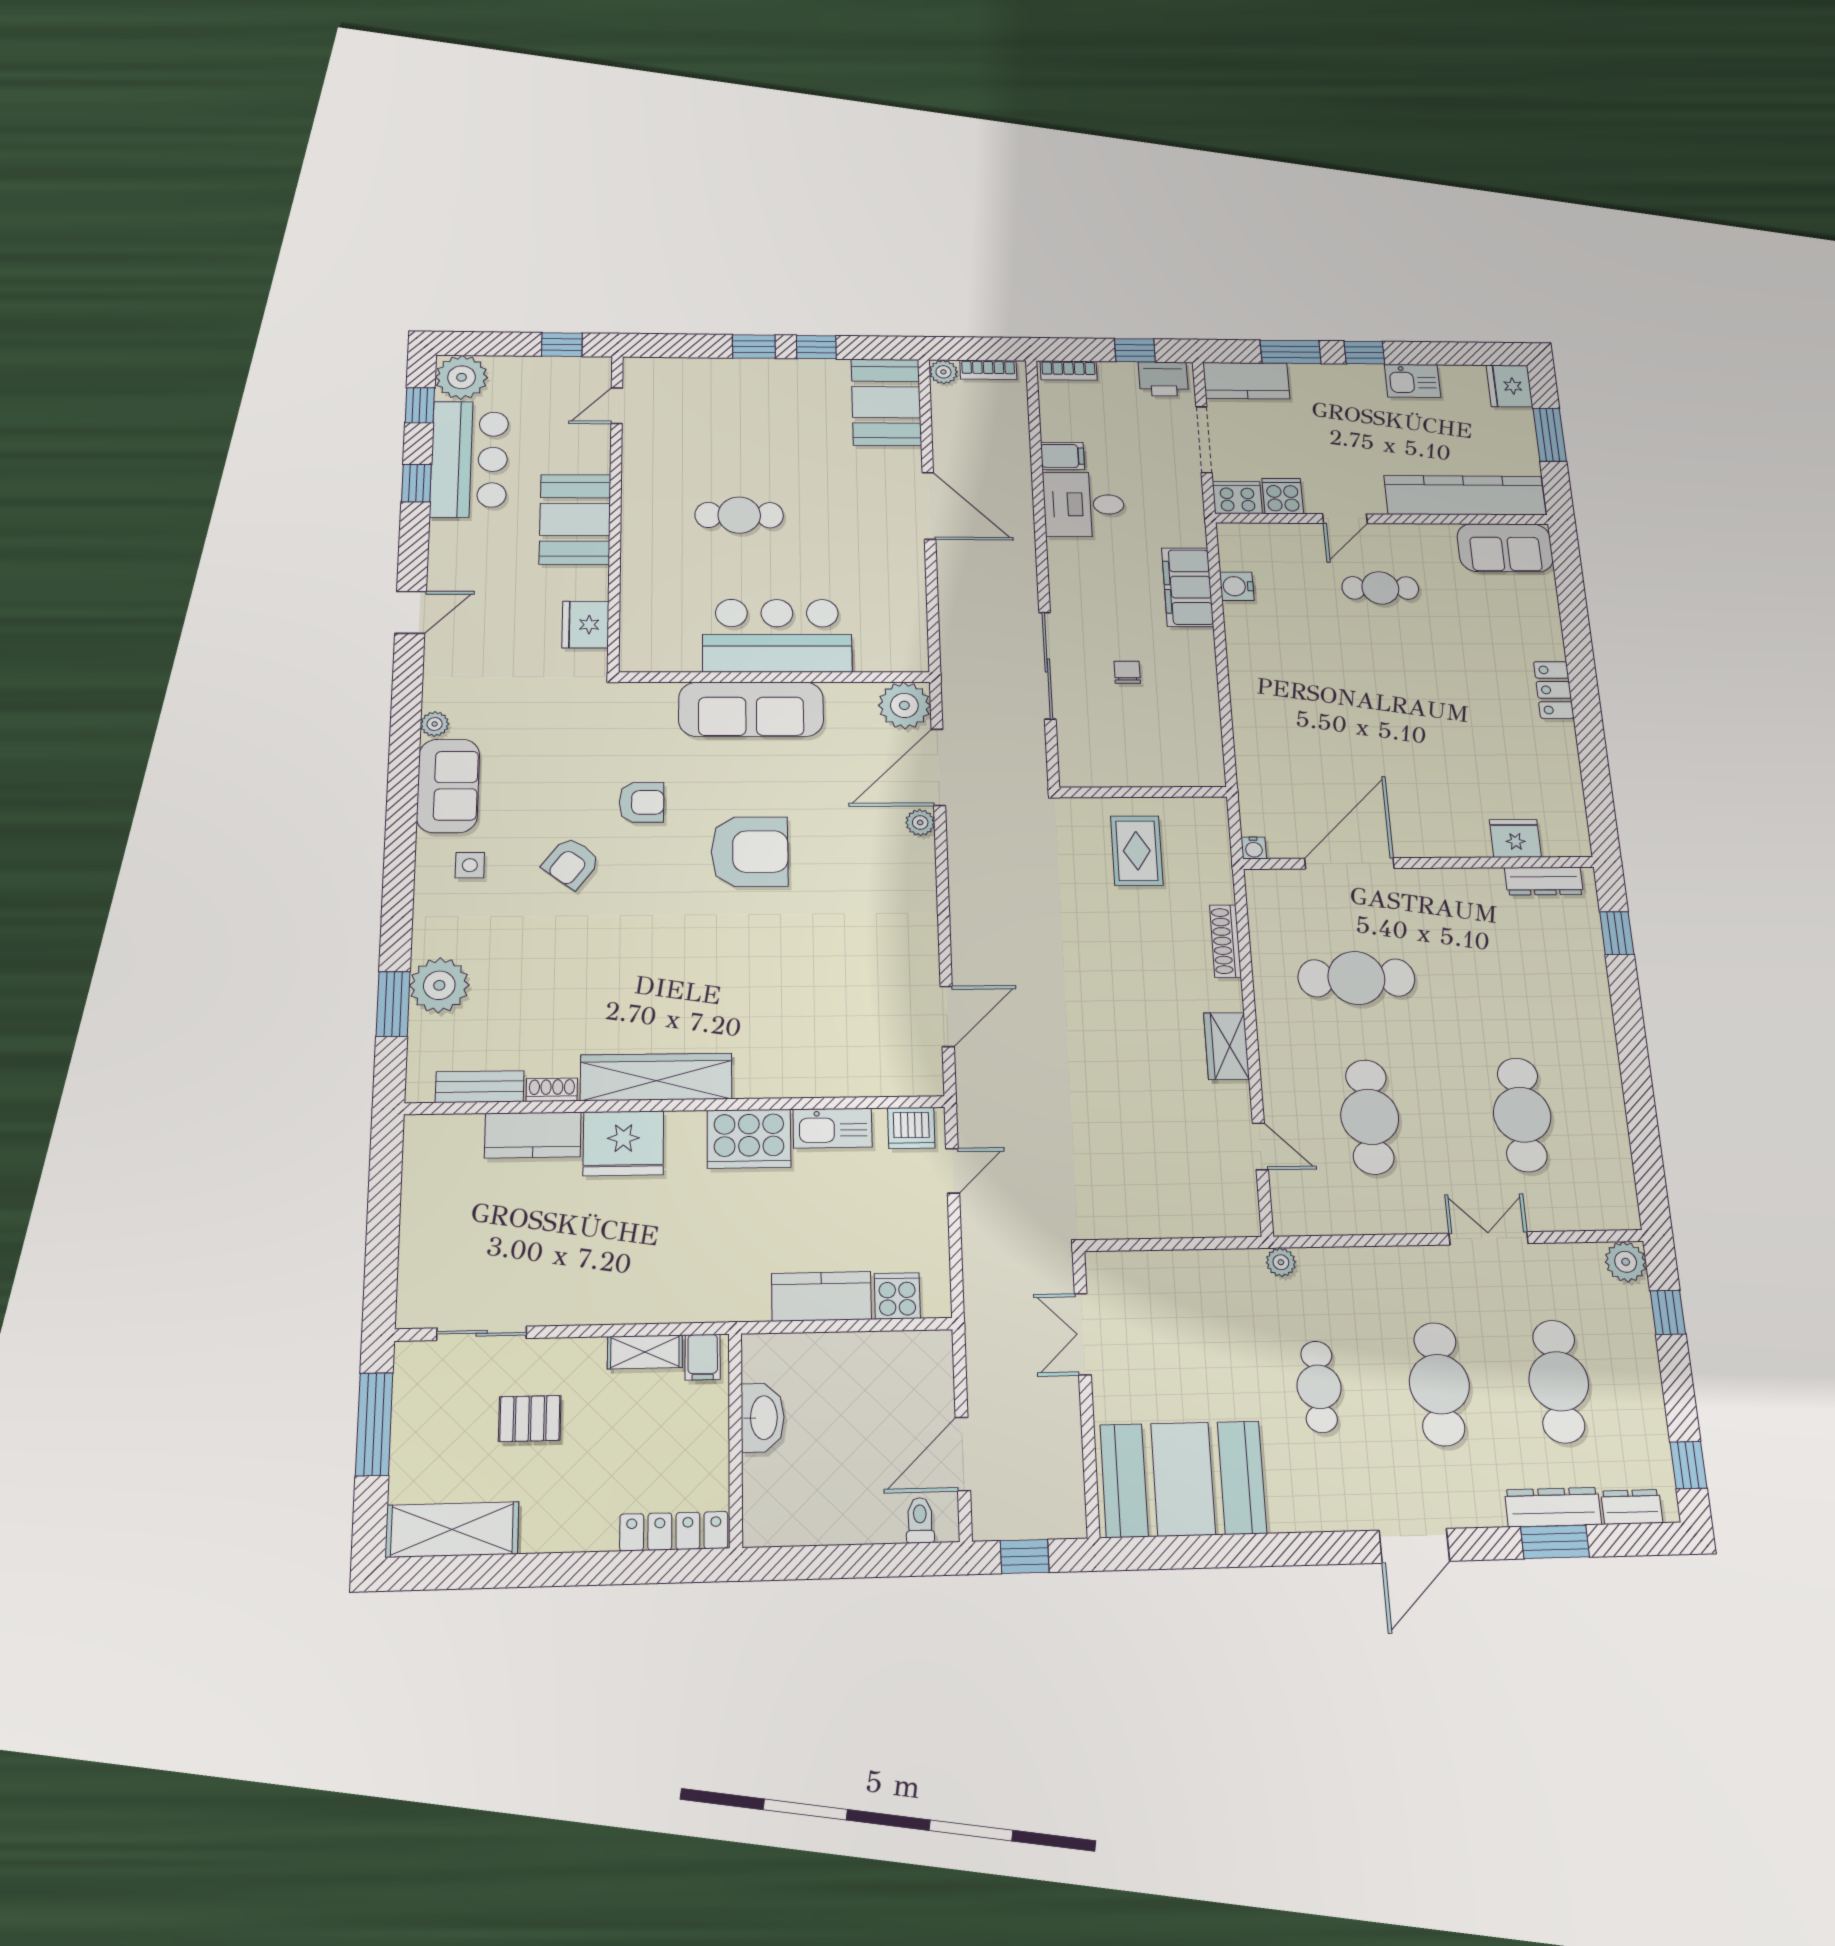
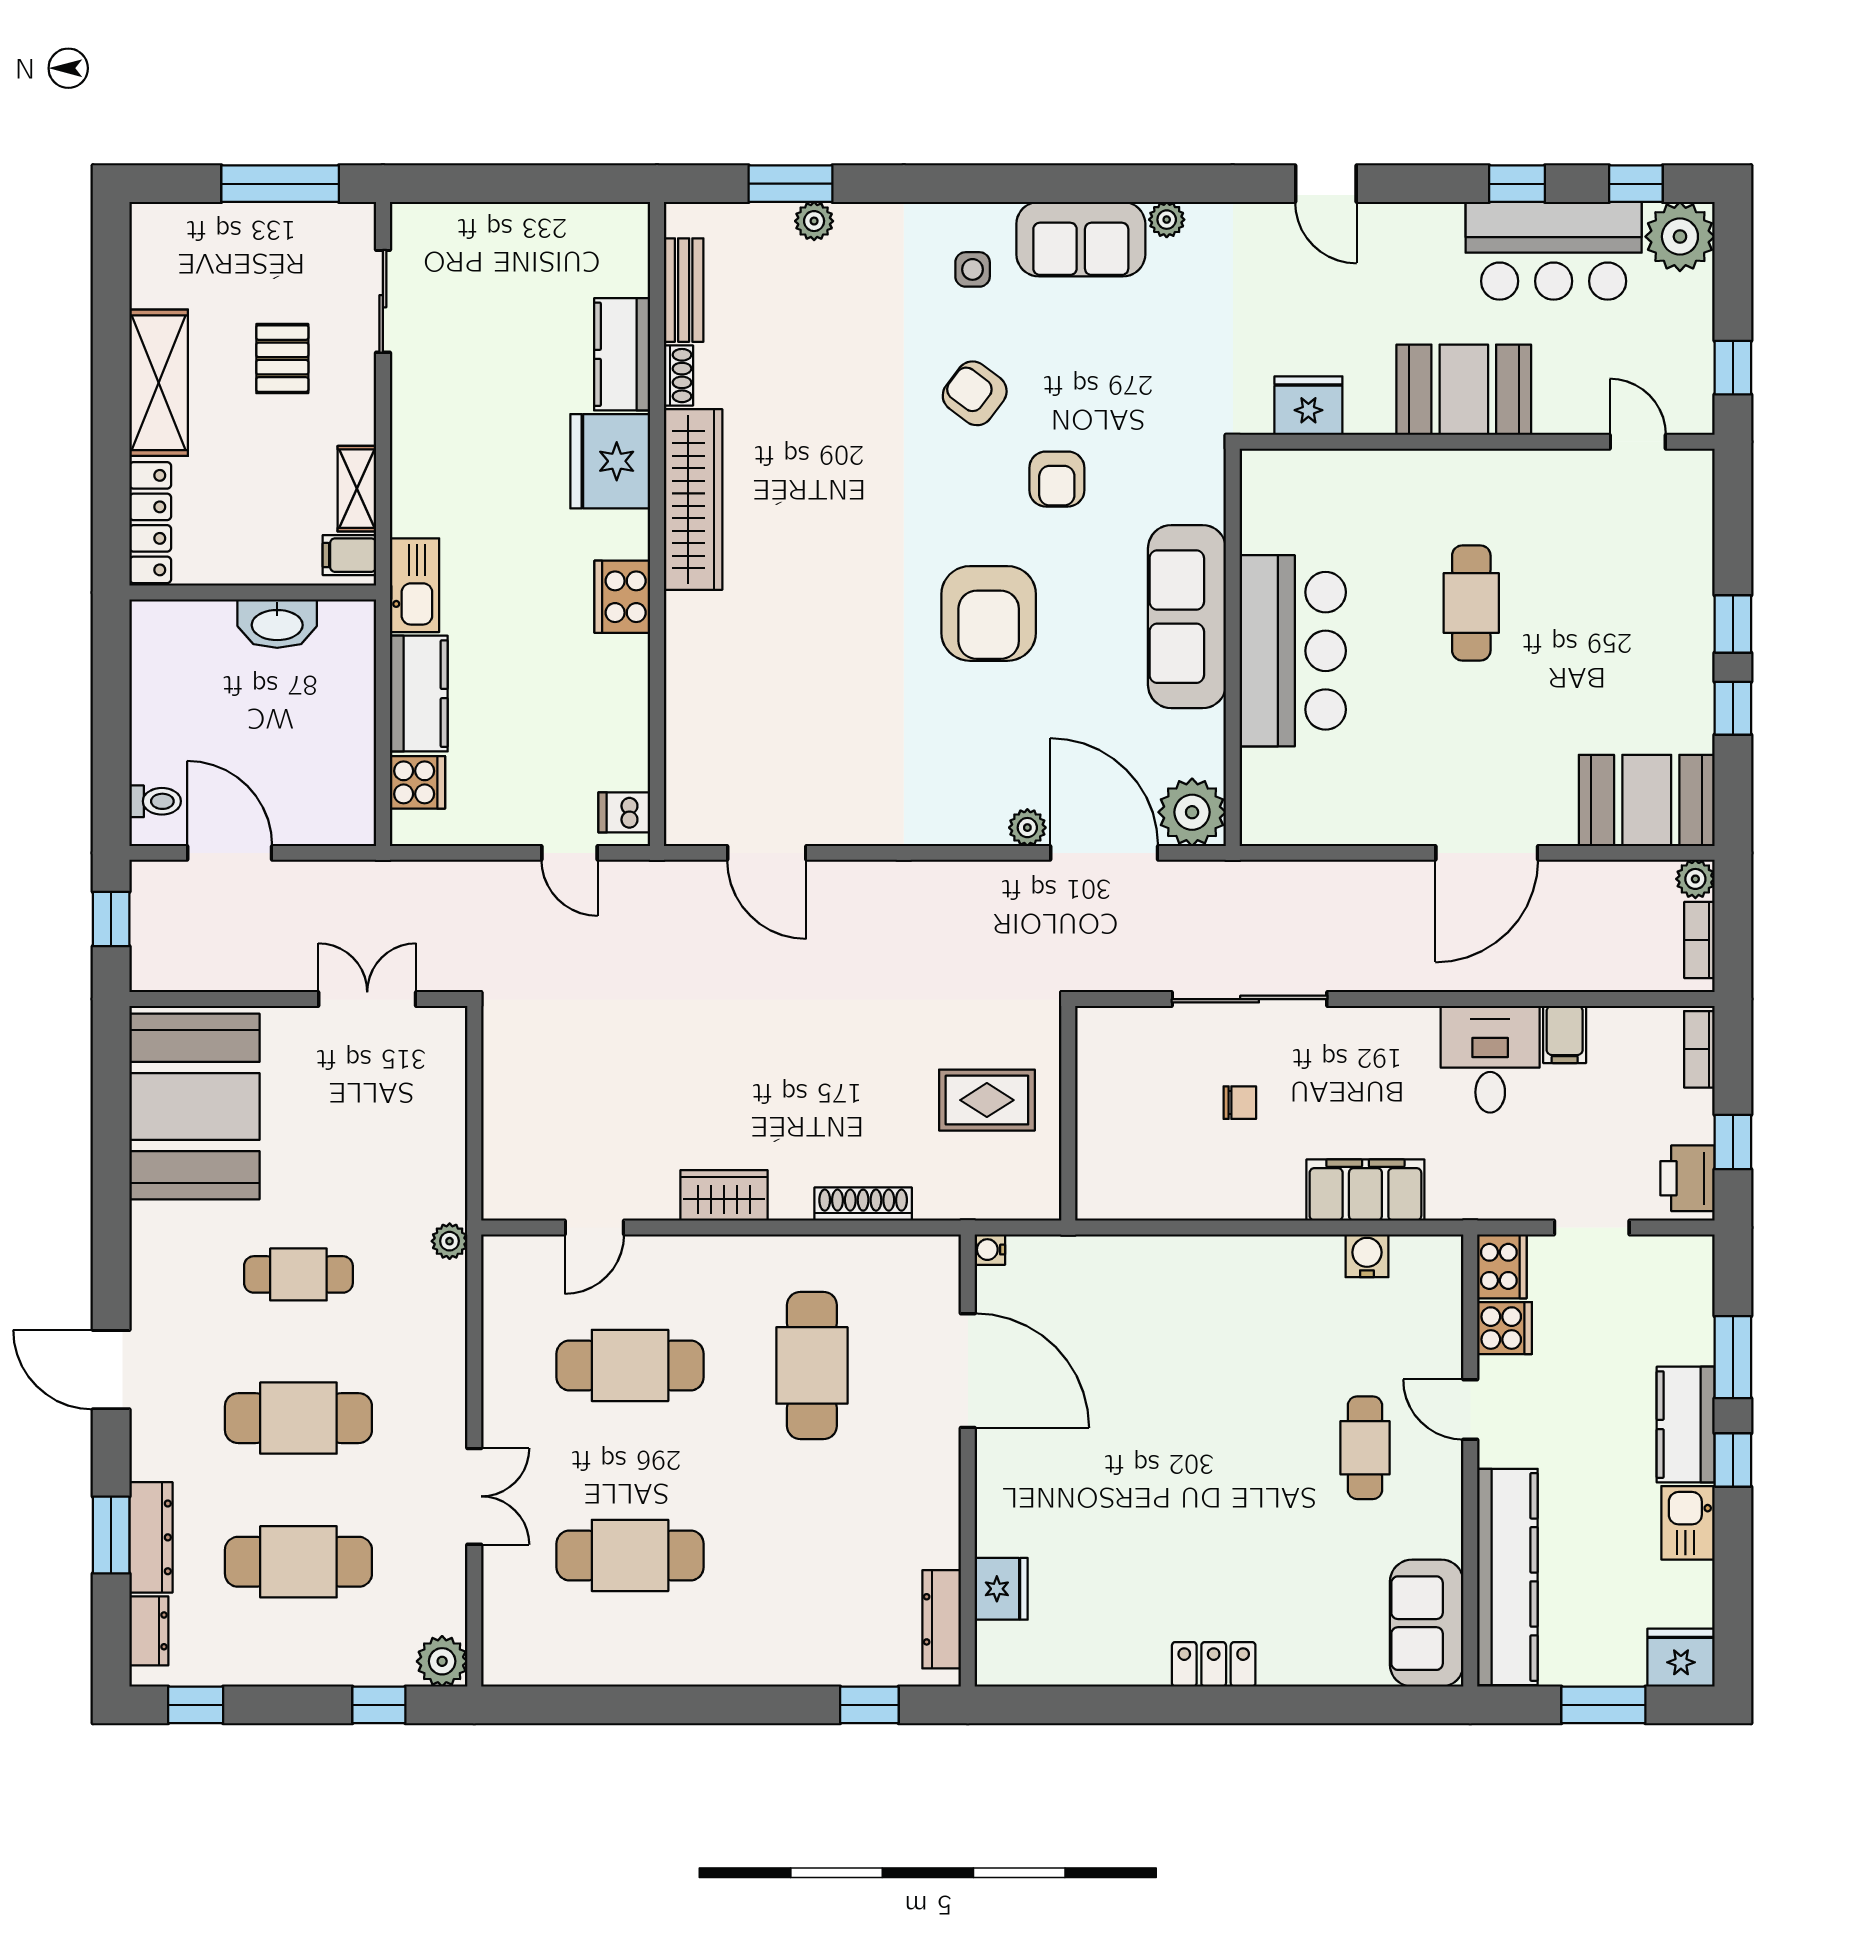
kitchen counter: (1246, 381) -> (1686, 1425), moved
doorway: (1204, 440) -> (1592, 1227), width x0.73
plant: (439, 985) -> (814, 221), width x0.53, depth x0.53
kitchen sink: (833, 1128) -> (414, 585), moved, turned 180
dishwasher: (911, 1128) -> (624, 812), width x0.73
cooker: (749, 1139) -> (622, 597), width x0.73, depth x0.76
shelving: (452, 1530) -> (159, 383), moved

